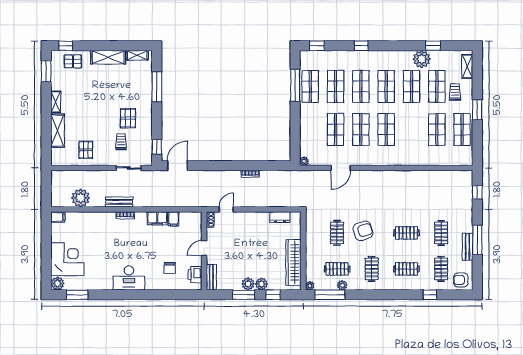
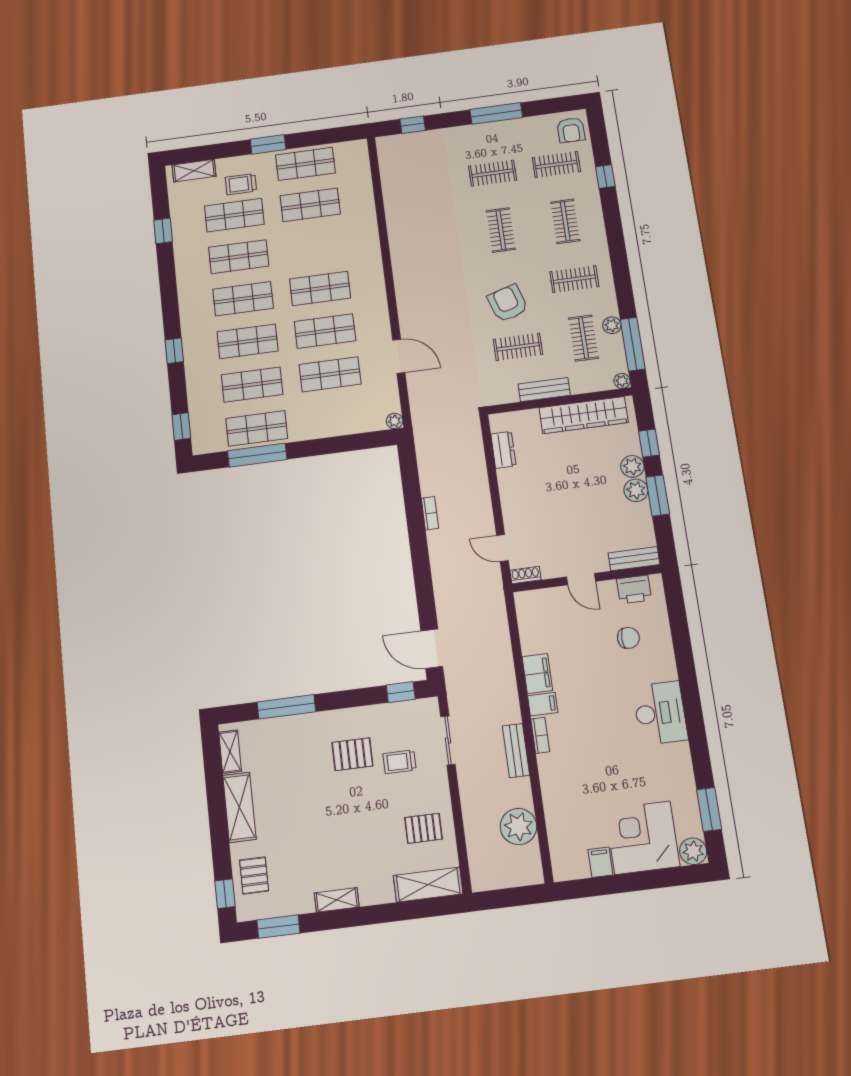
plant: (422, 59) -> (188, 246), removed
shelving: (58, 131) -> (428, 885), moved
filing cabinet: (58, 217) -> (600, 862), moved
filing cabinet: (173, 219) -> (543, 704), moved
bench: (467, 247) -> (544, 390), moved

